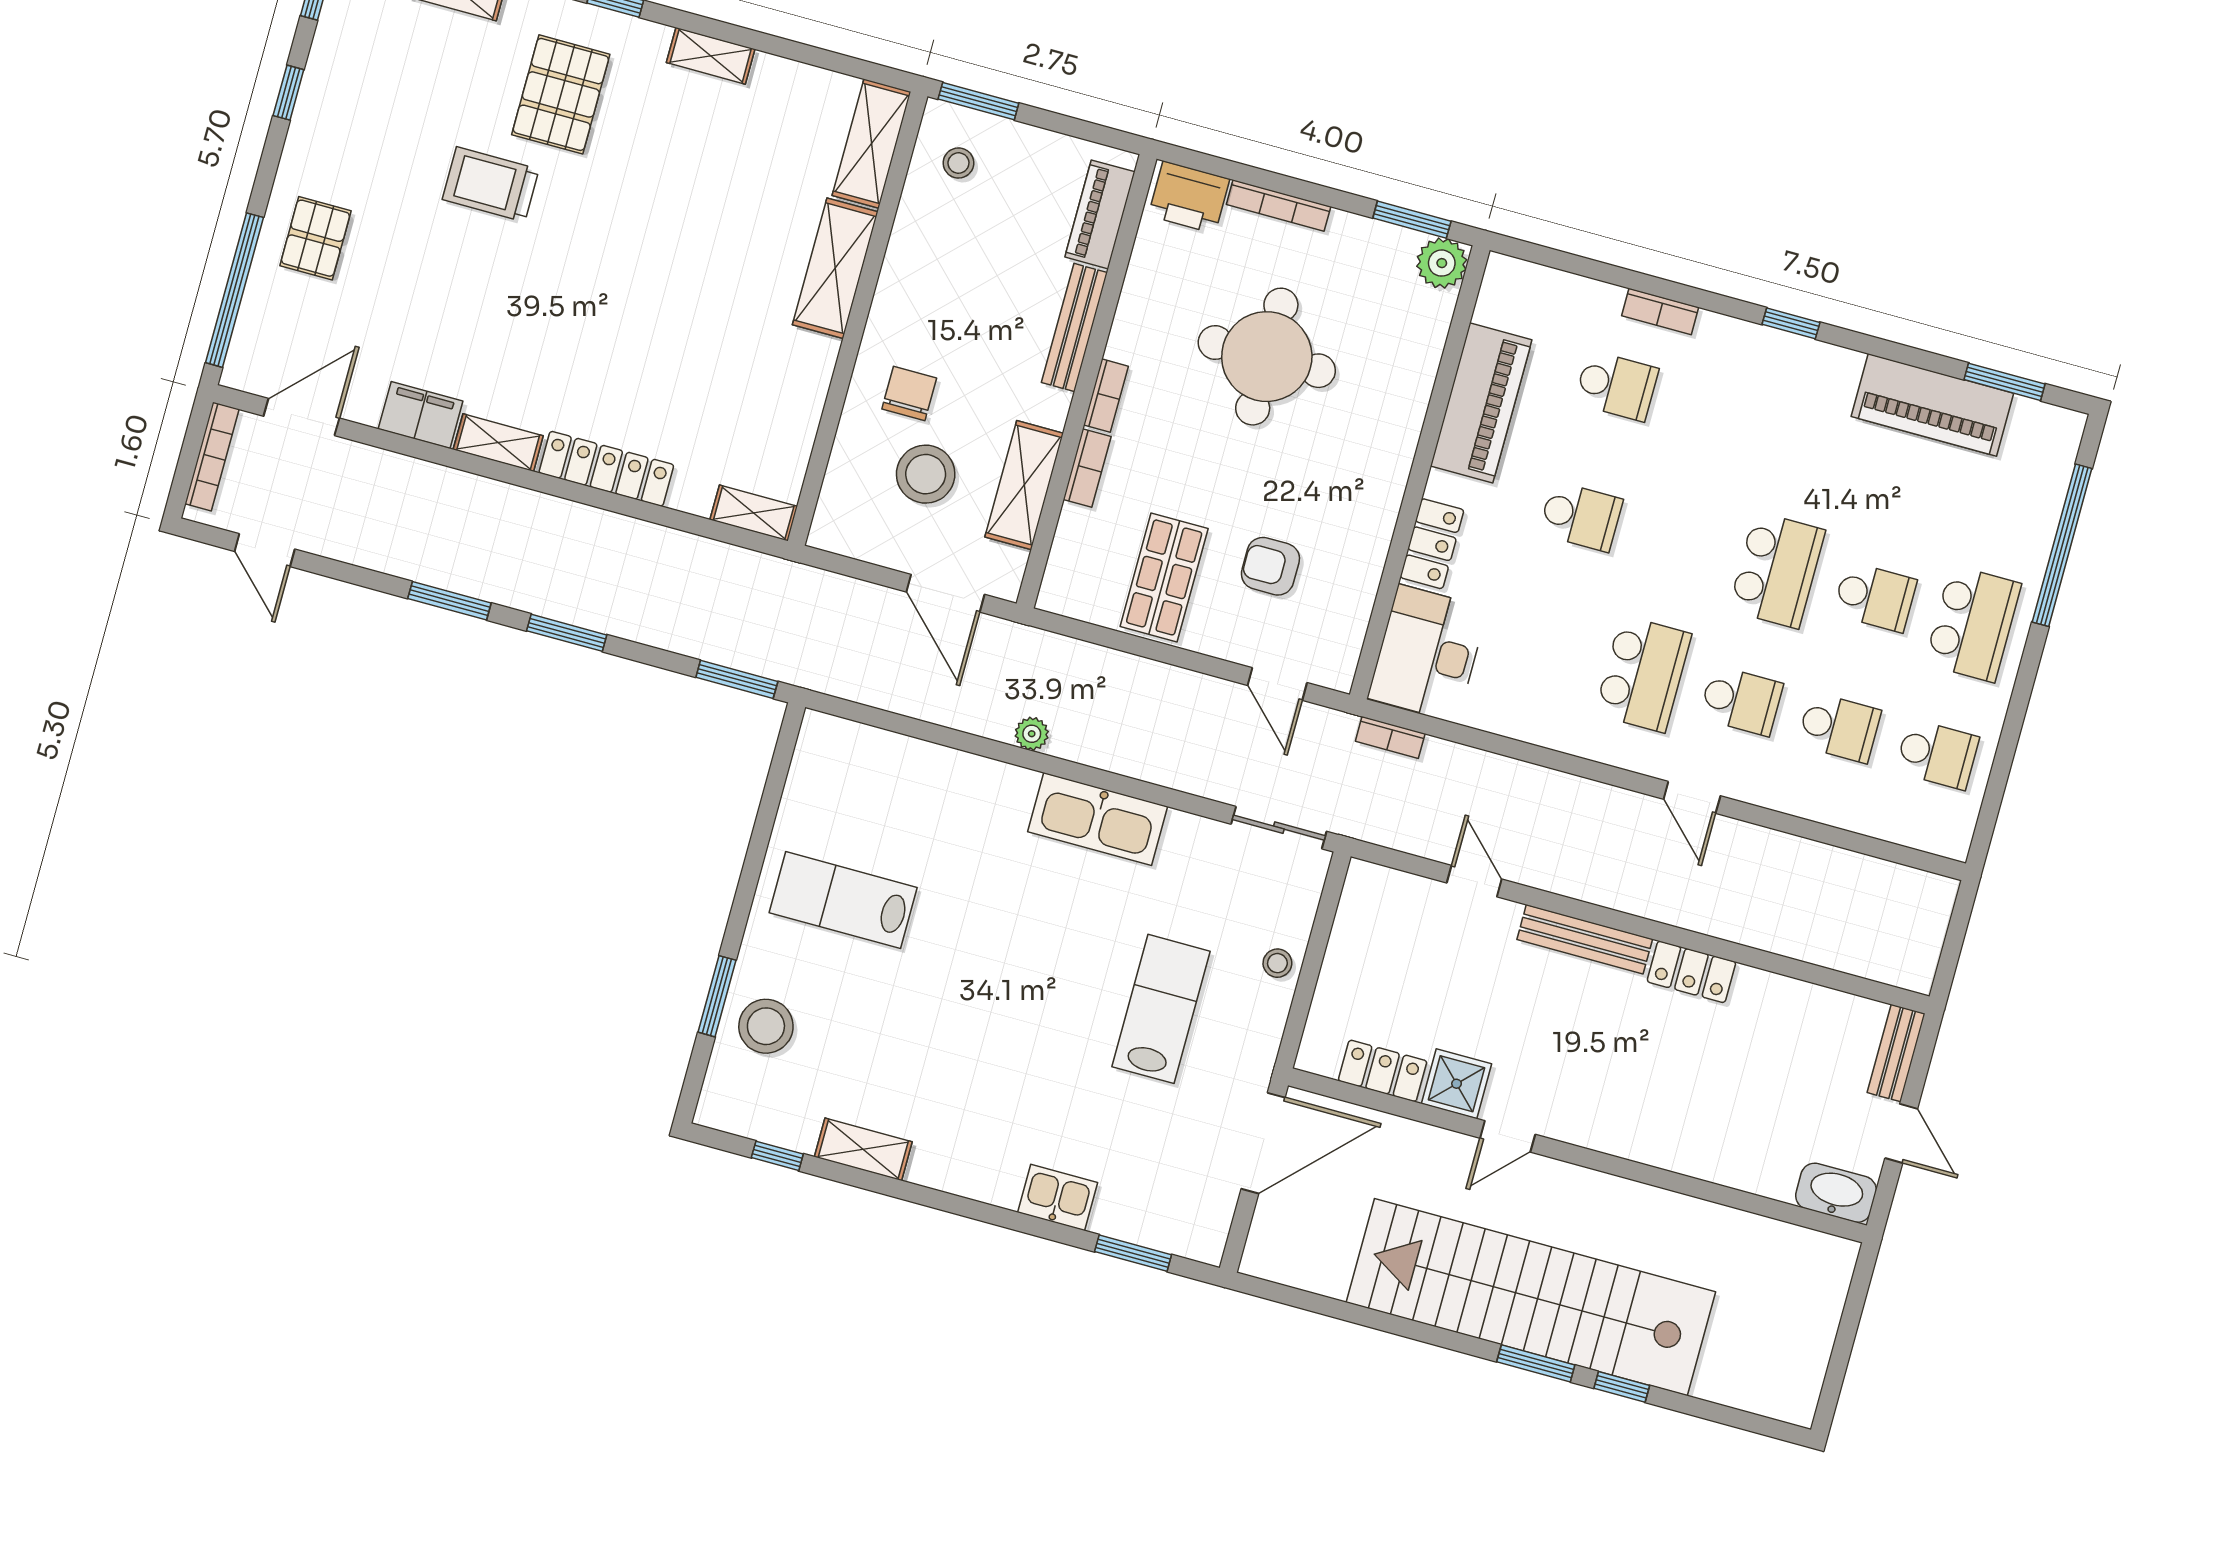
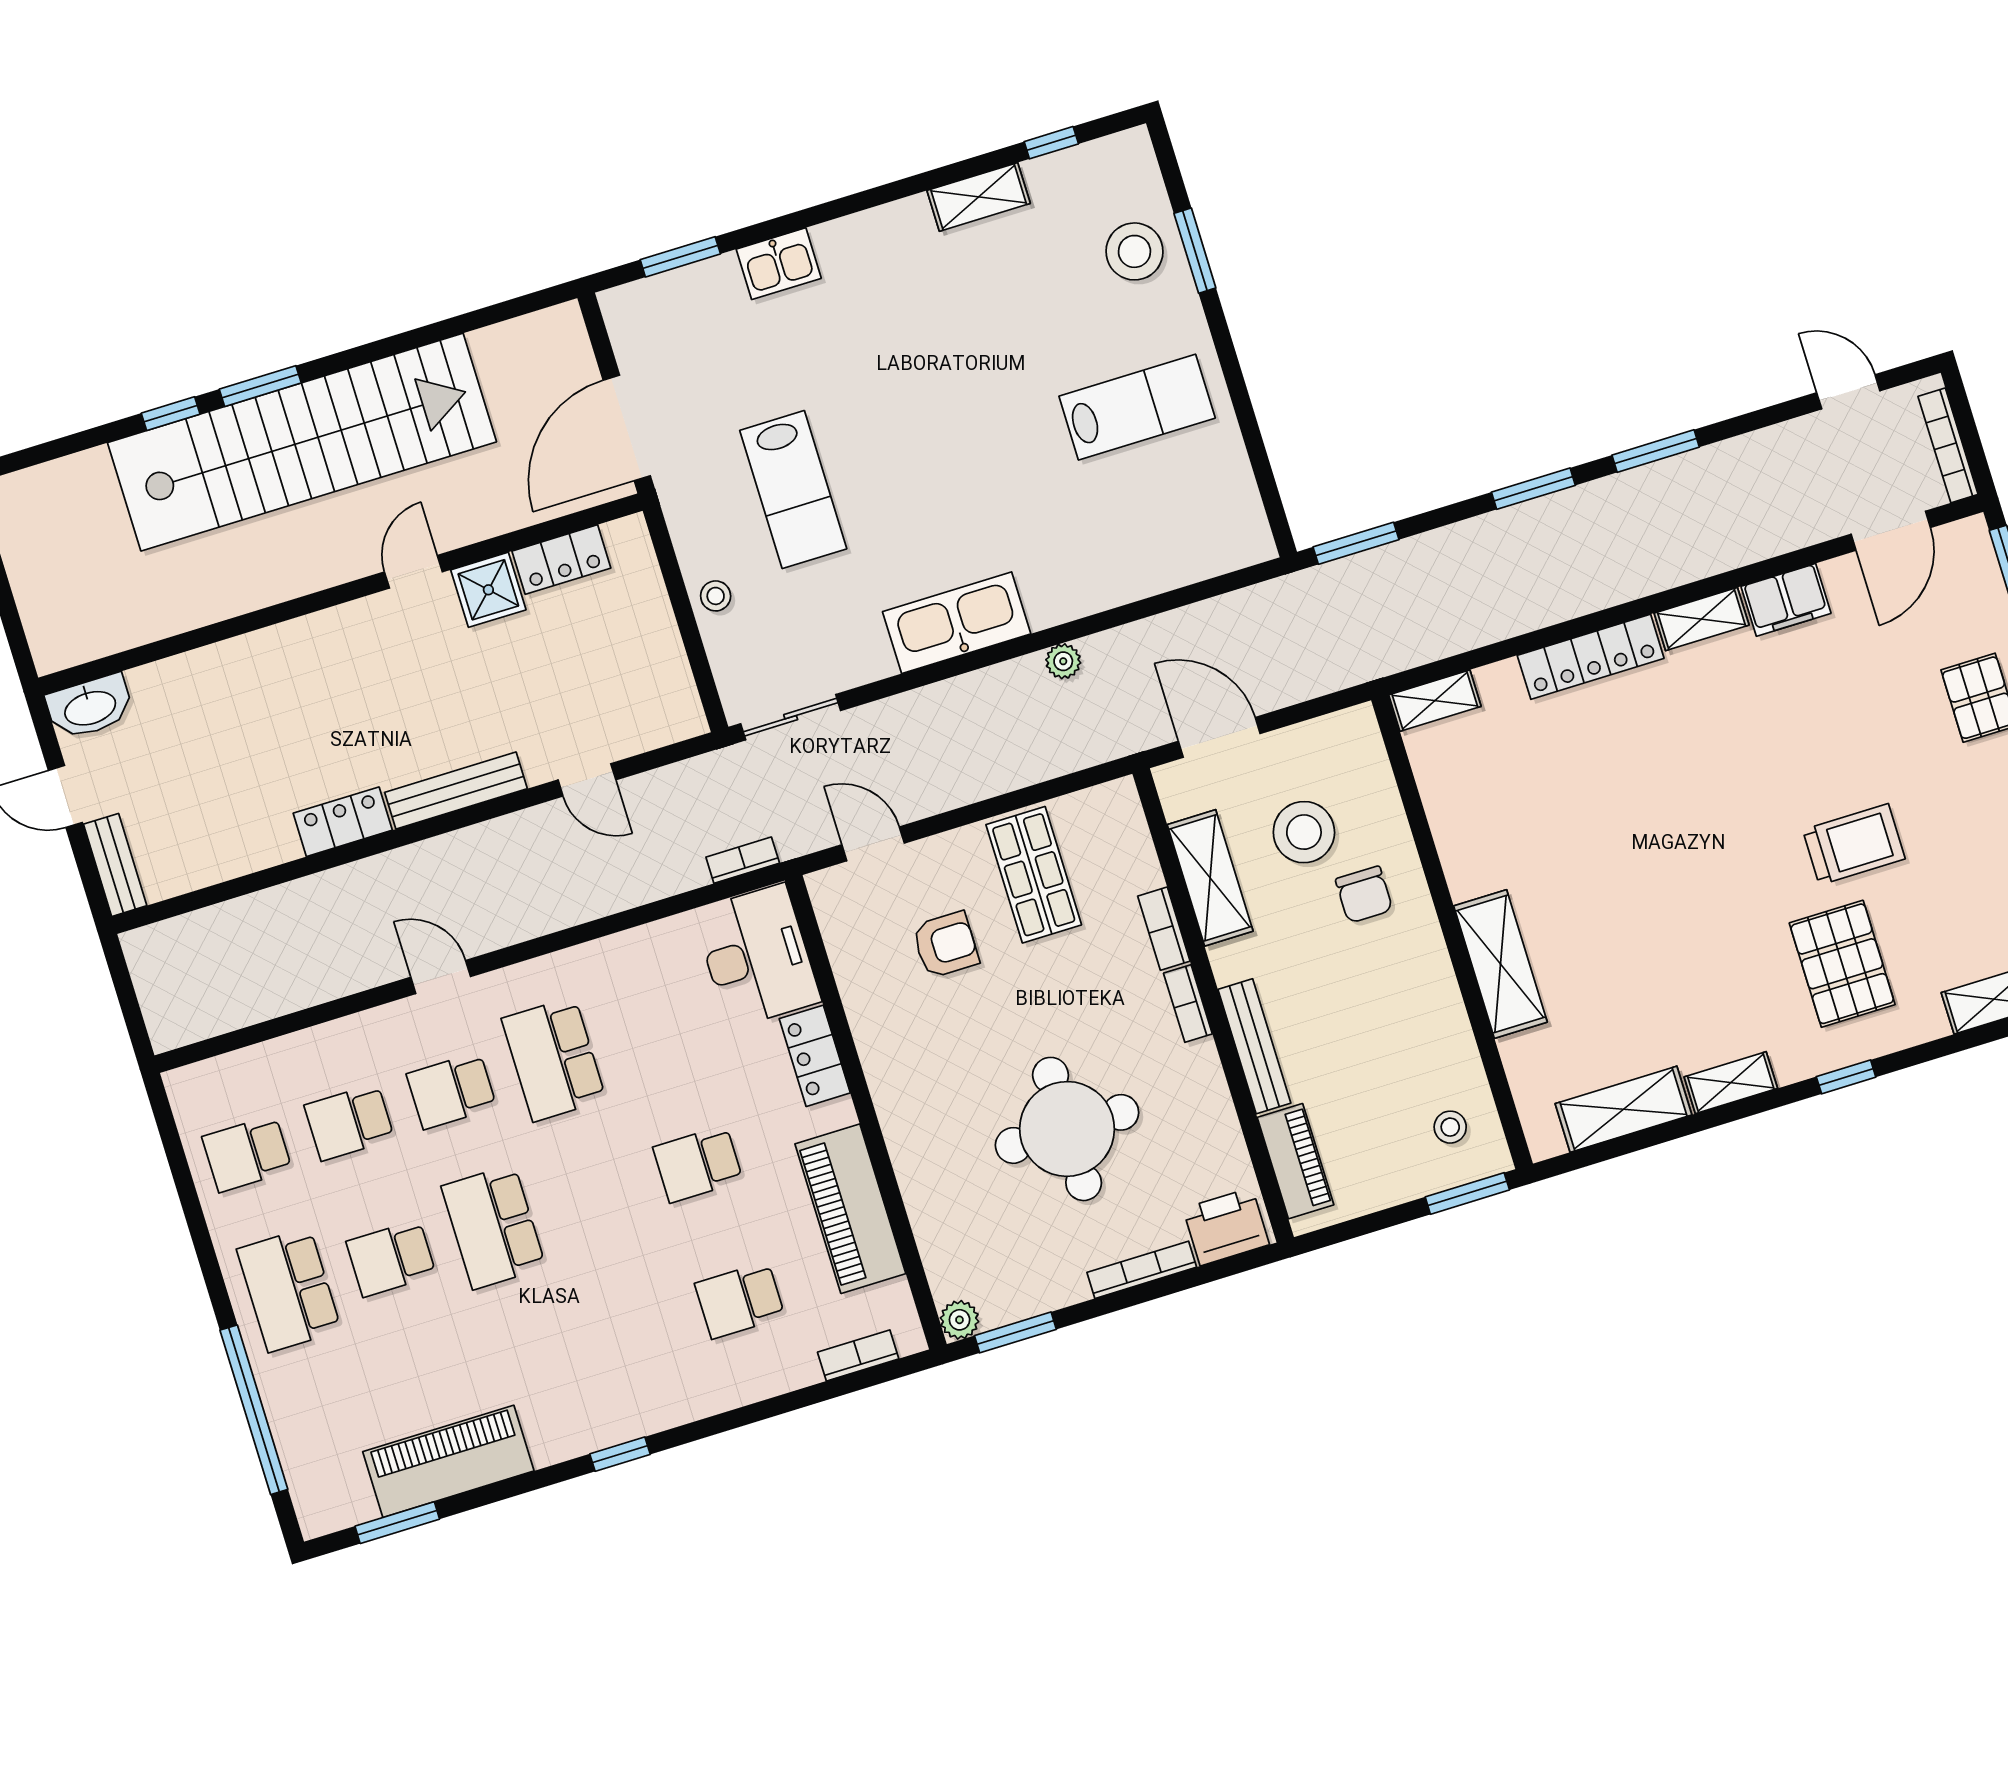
shelving: (871, 144) -> (1624, 1109), moved, turned 90
plant: (1442, 263) -> (960, 1320), width x0.73, depth x0.73
bookcase: (1660, 311) -> (858, 1355), moved

